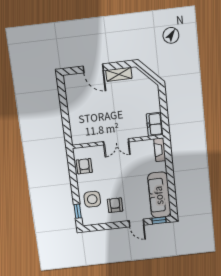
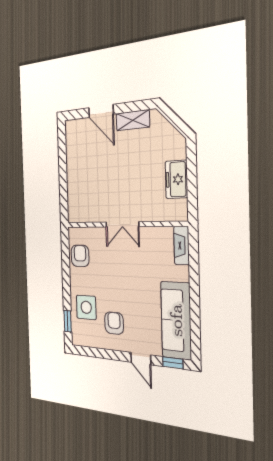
freezer: (155, 124) -> (176, 179), moved

